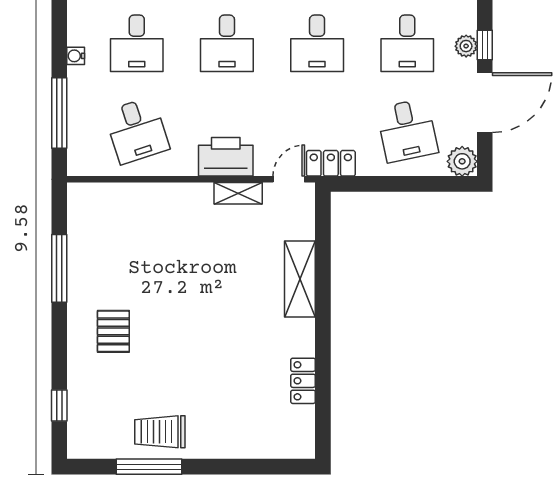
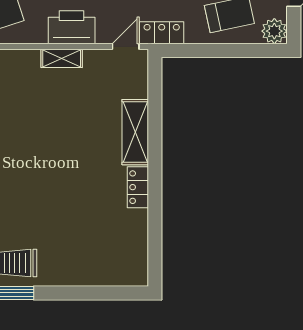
shelving: (238, 193) -> (62, 58), moved
locker: (303, 381) -> (138, 187), moved

